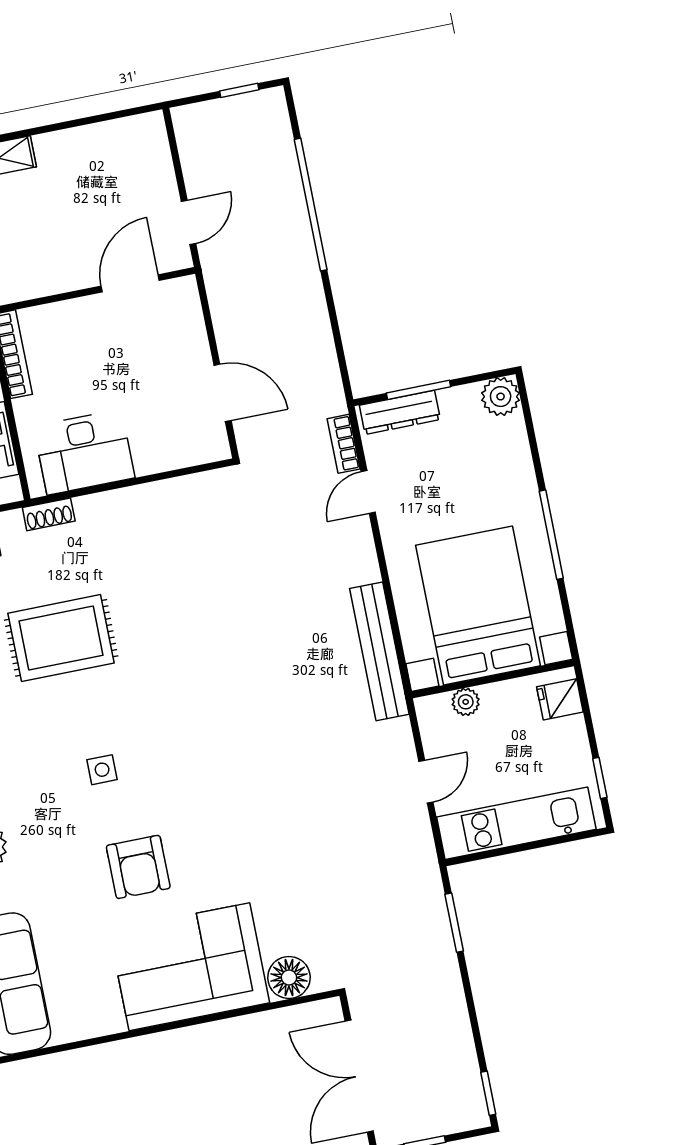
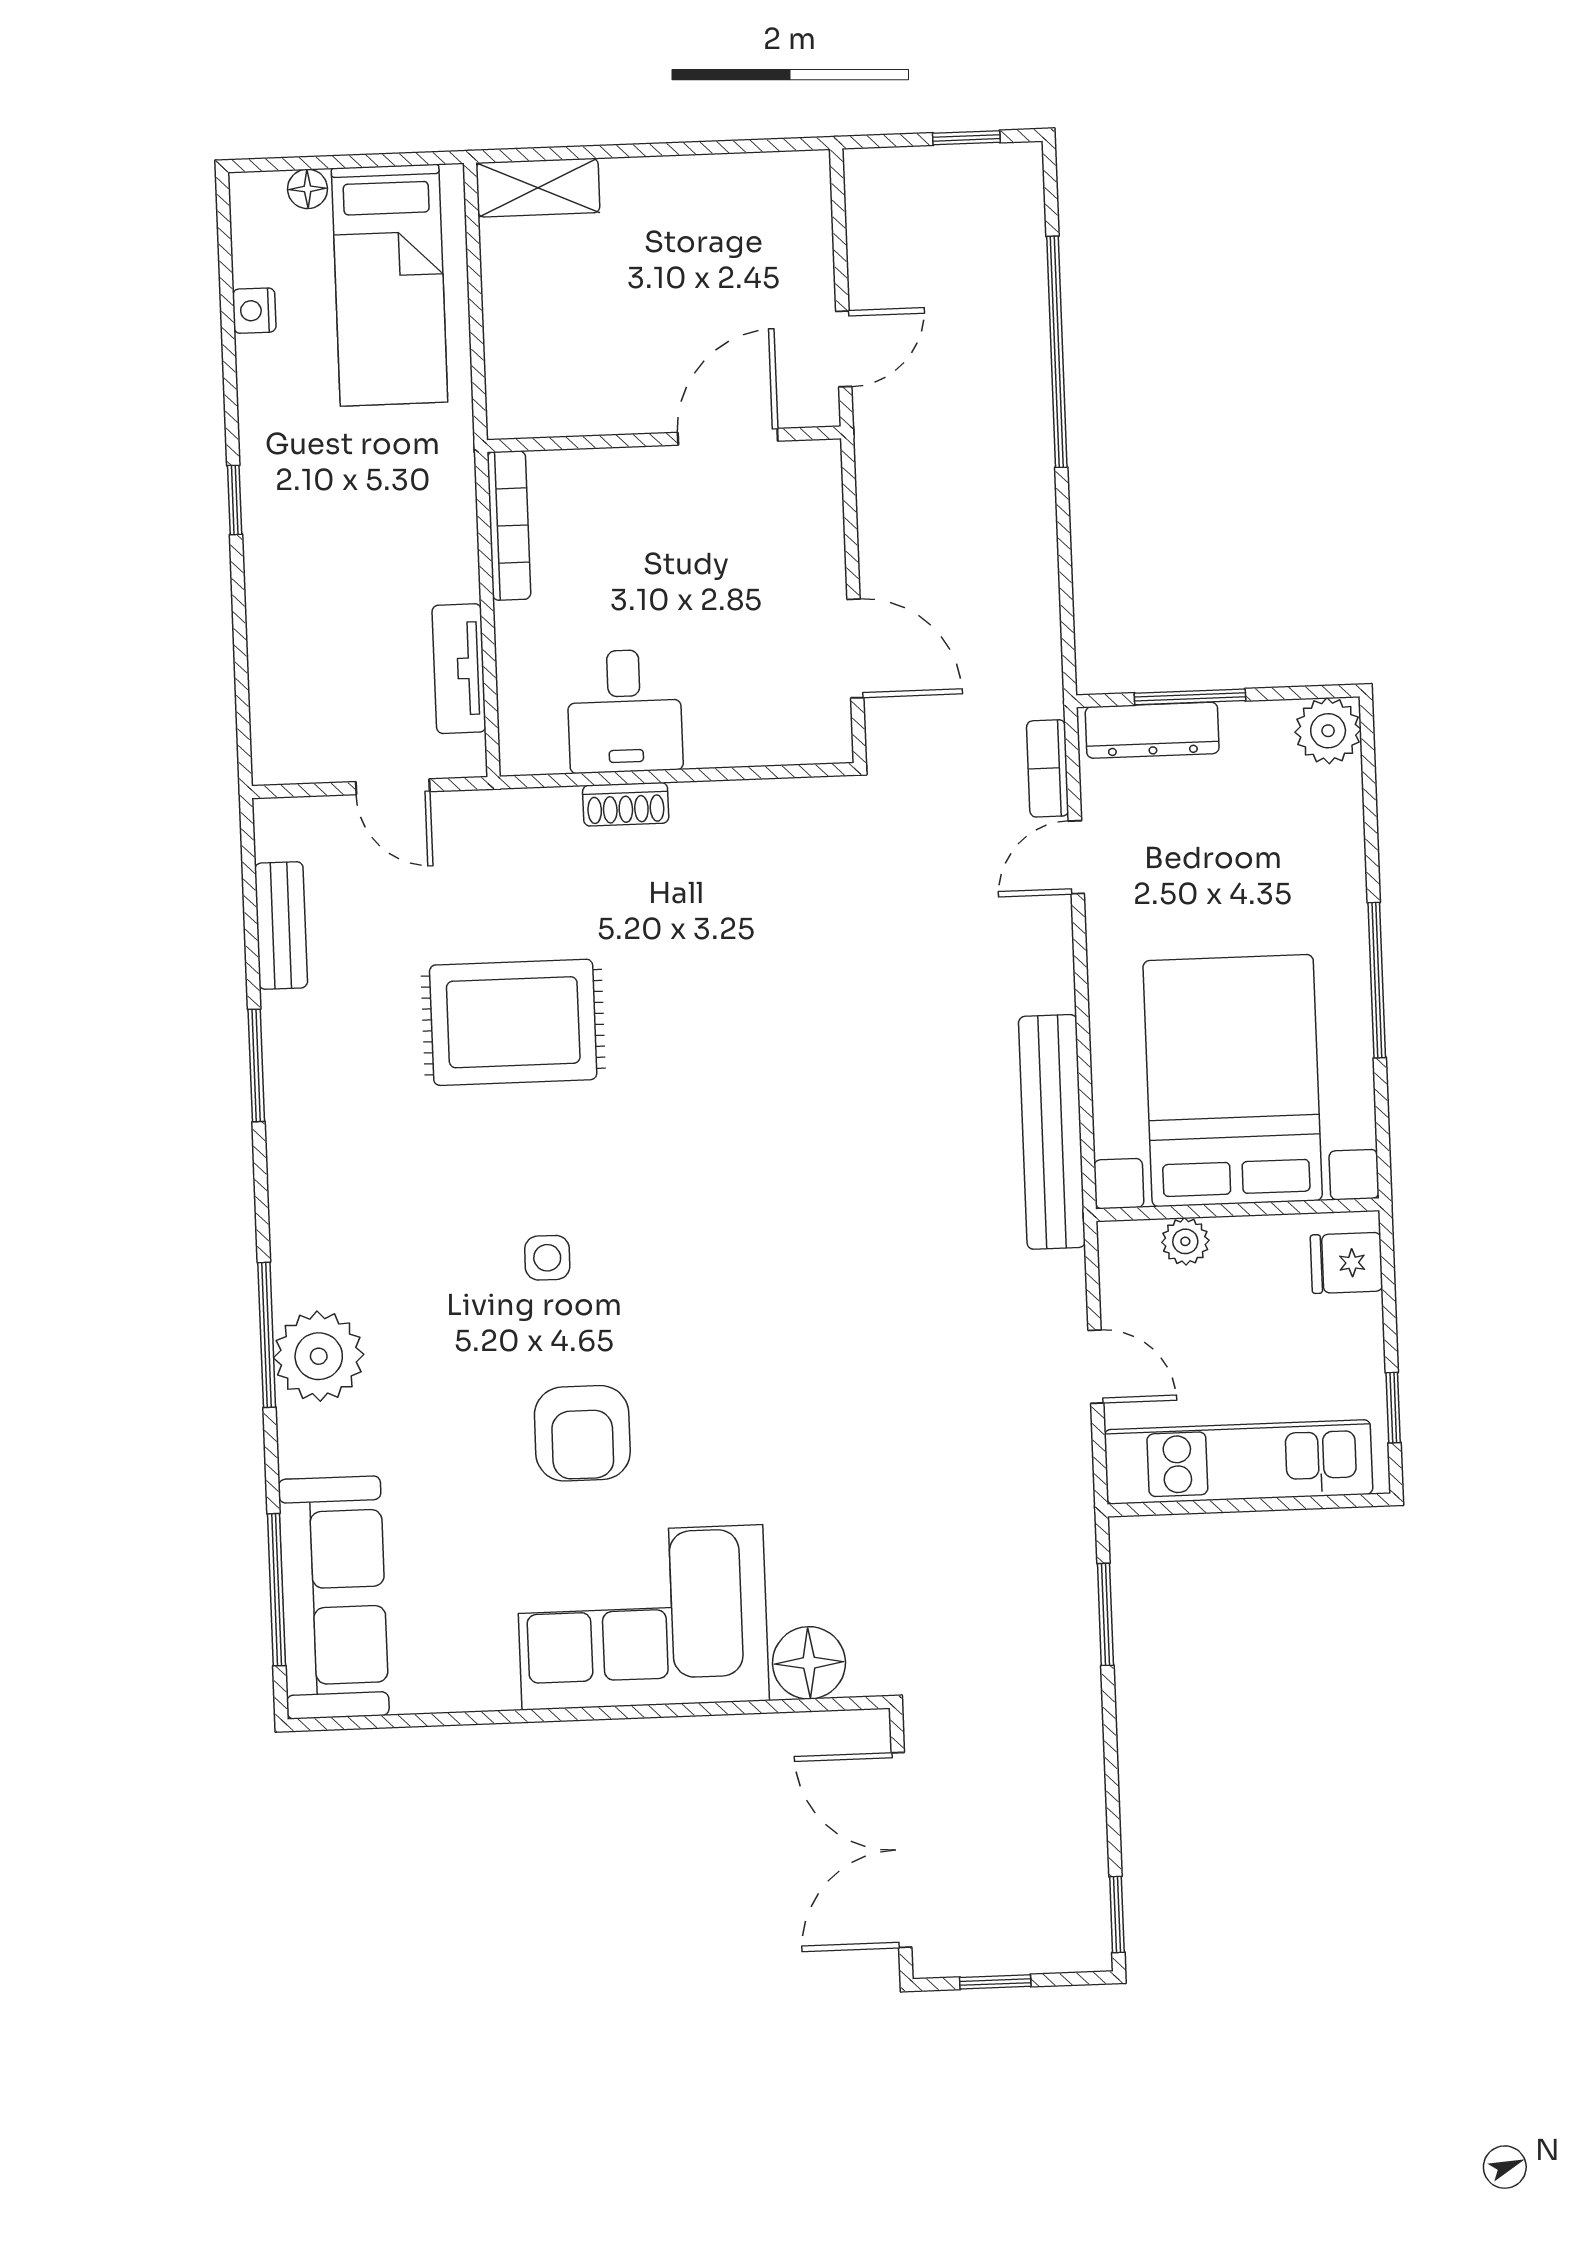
desk: (84, 452) -> (625, 711), width x0.73
shoe rack: (49, 514) -> (626, 804), moved
door: (426, 782) -> (1096, 1367), hinge flipped

